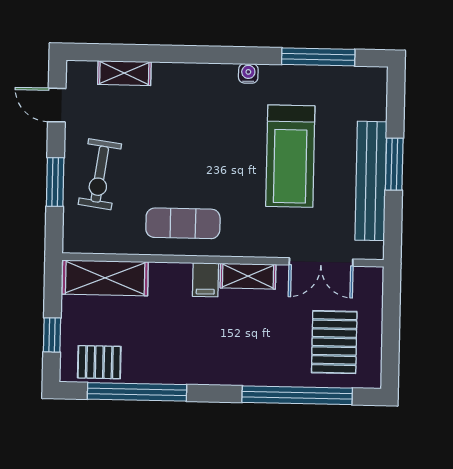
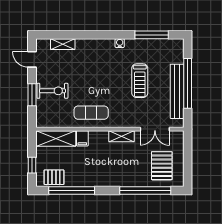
treadmill: (290, 156) -> (140, 81), width x0.73, depth x0.73
window: (394, 164) -> (188, 83), width x2.11
exercise bike: (100, 174) -> (52, 91), turned -98
filing cabinet: (205, 280) -> (82, 138), moved

